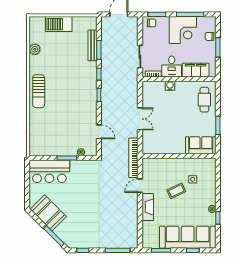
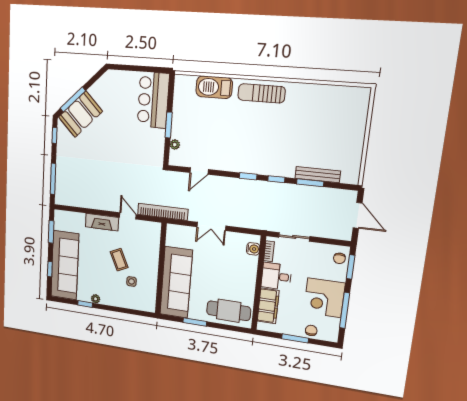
barbecue: (59, 24) -> (214, 87), moved, turned -90
plant: (35, 49) -> (322, 92), removed
water cooler: (170, 86) -> (253, 249), moved
cafe table: (204, 100) -> (229, 311), width x1.37, depth x1.35
sofa: (201, 145) -> (176, 282), width x1.85, depth x1.27
booth: (48, 213) -> (80, 114), moved

